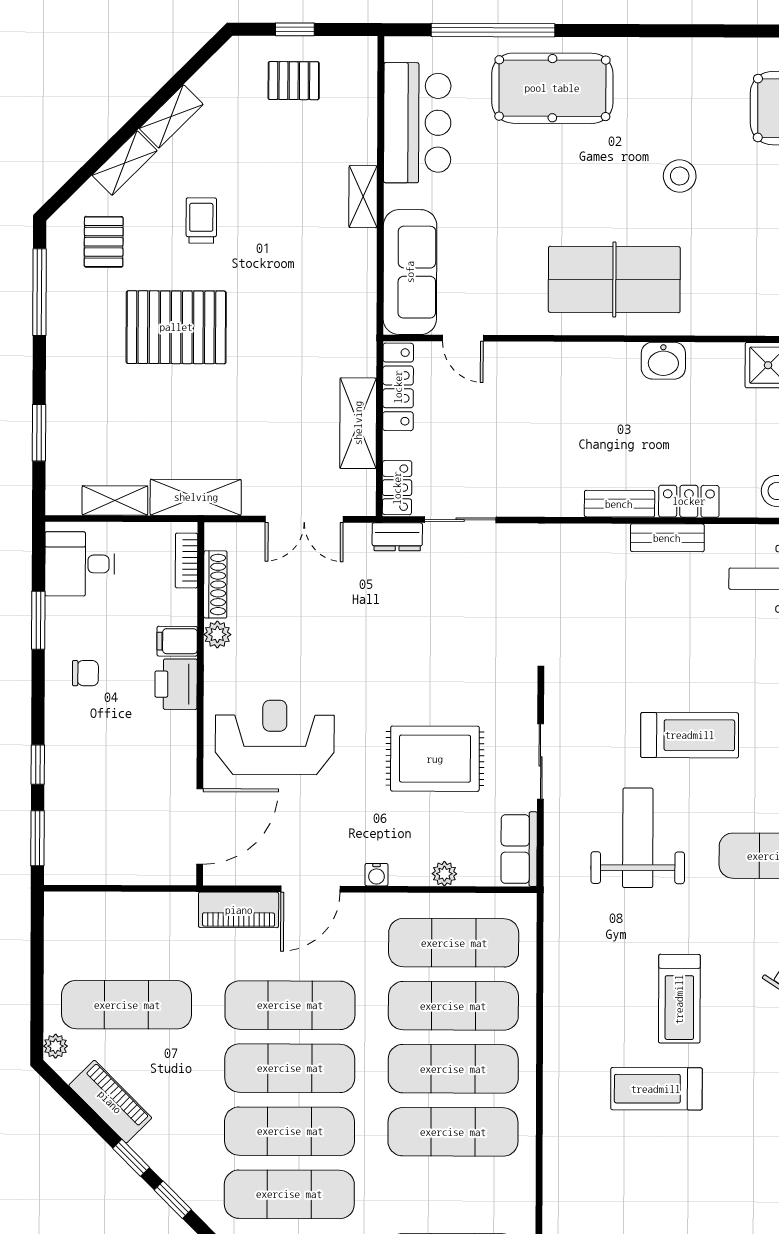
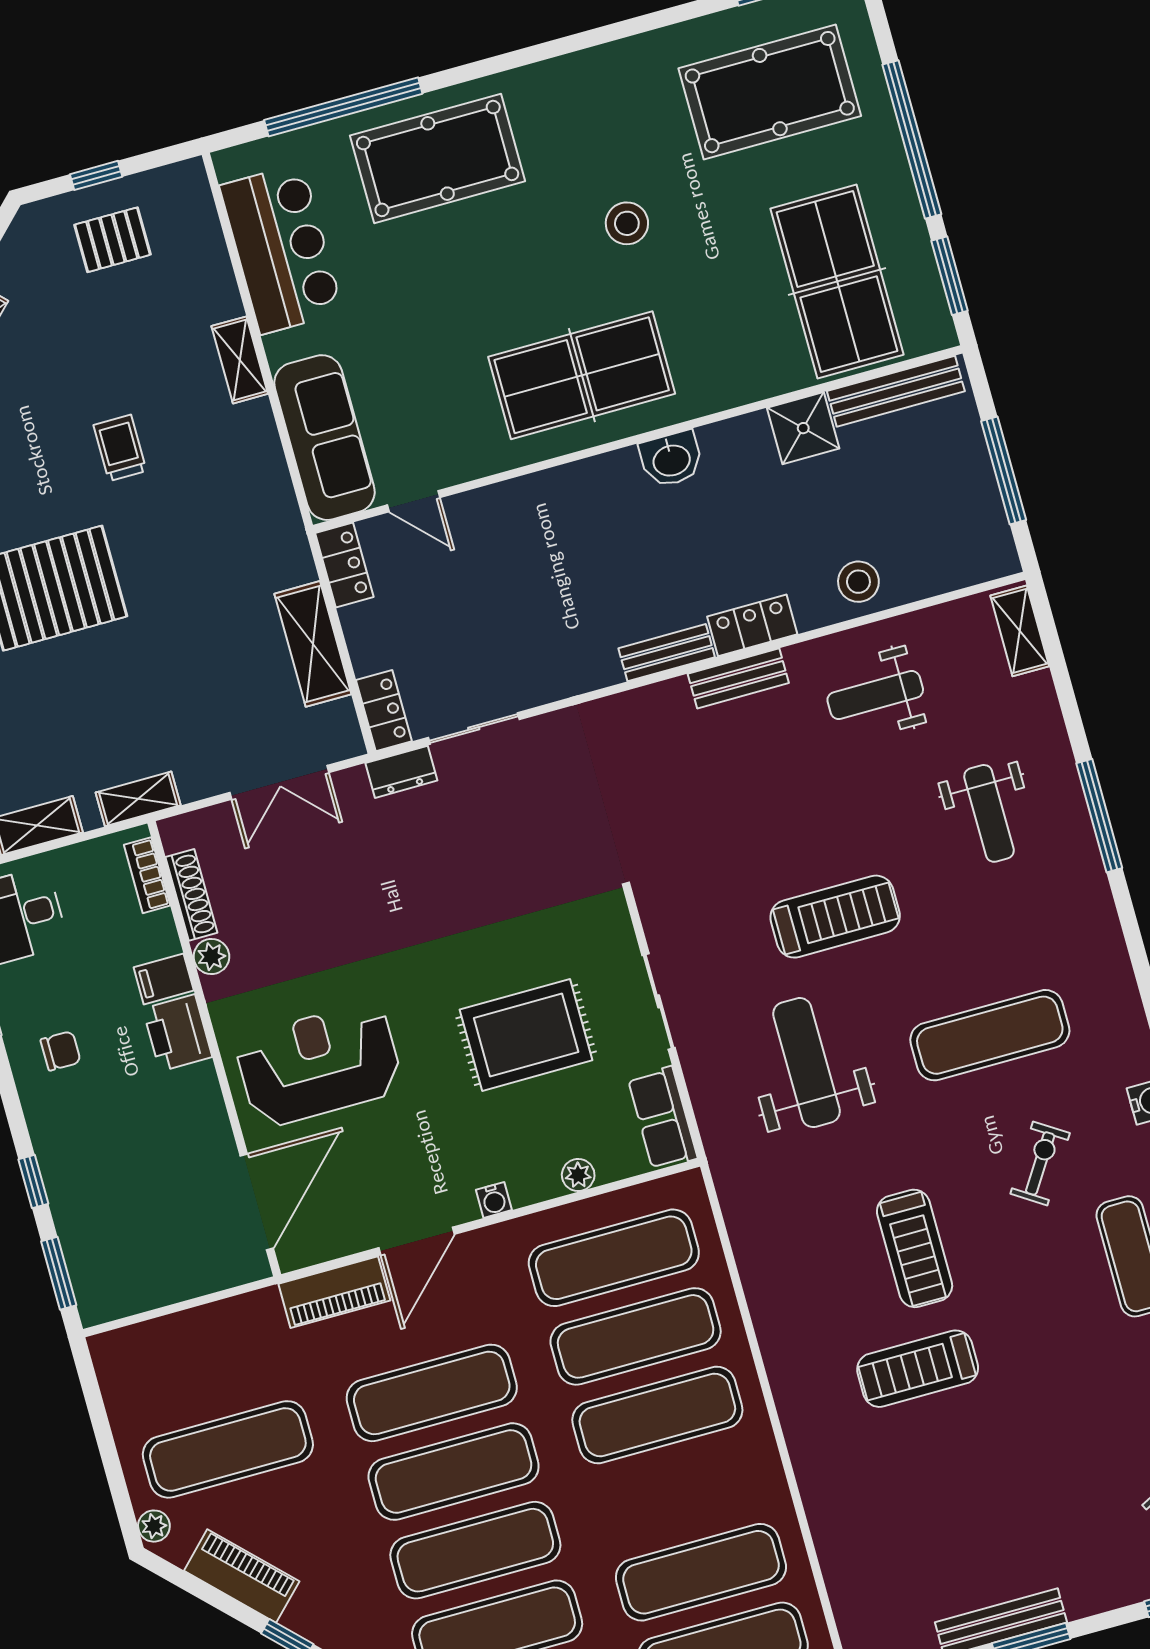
trolley: (201, 220) -> (120, 448), moved
locker: (398, 387) -> (344, 565), width x0.66
shelving: (196, 497) -> (138, 799), width x0.67, depth x0.75
exercise mat: (453, 1132) -> (701, 1572), moved

